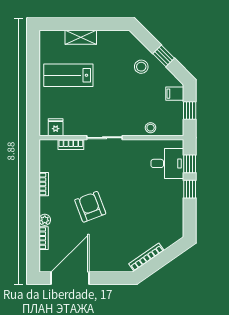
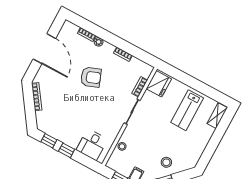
shelving: (81, 37) -> (217, 116), moved
lab bench: (68, 75) -> (187, 110), turned 180
fridge: (56, 127) -> (159, 84), width x1.88, depth x1.34
window: (190, 164) -> (49, 141), moved
door: (70, 278) -> (44, 49), moved

